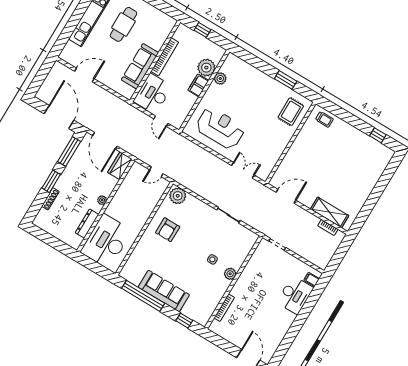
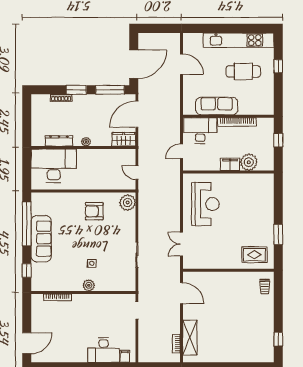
plant: (220, 79) -> (247, 179), removed
double door: (243, 170) -> (182, 244), swing flipped

